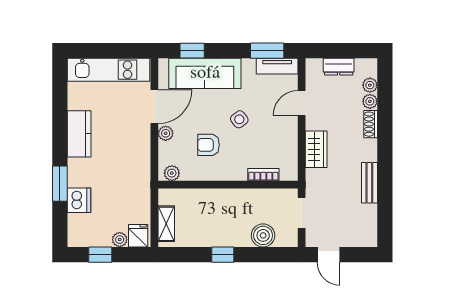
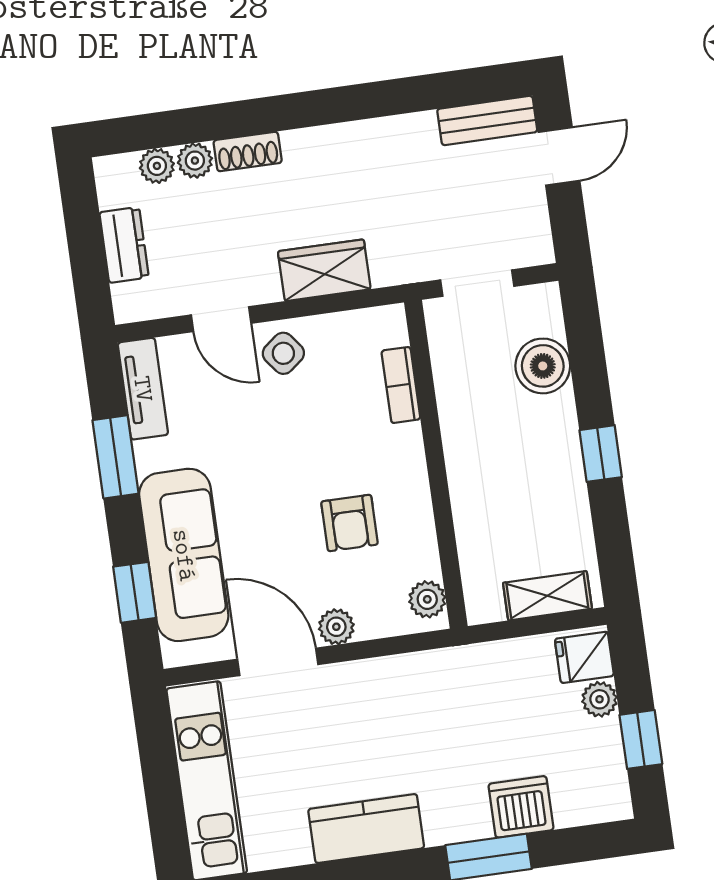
window: (267, 51) -> (116, 457), moved
side table: (239, 119) -> (283, 353), moved
bench: (369, 183) -> (487, 121), moved
door: (328, 255) -> (559, 156), moved

